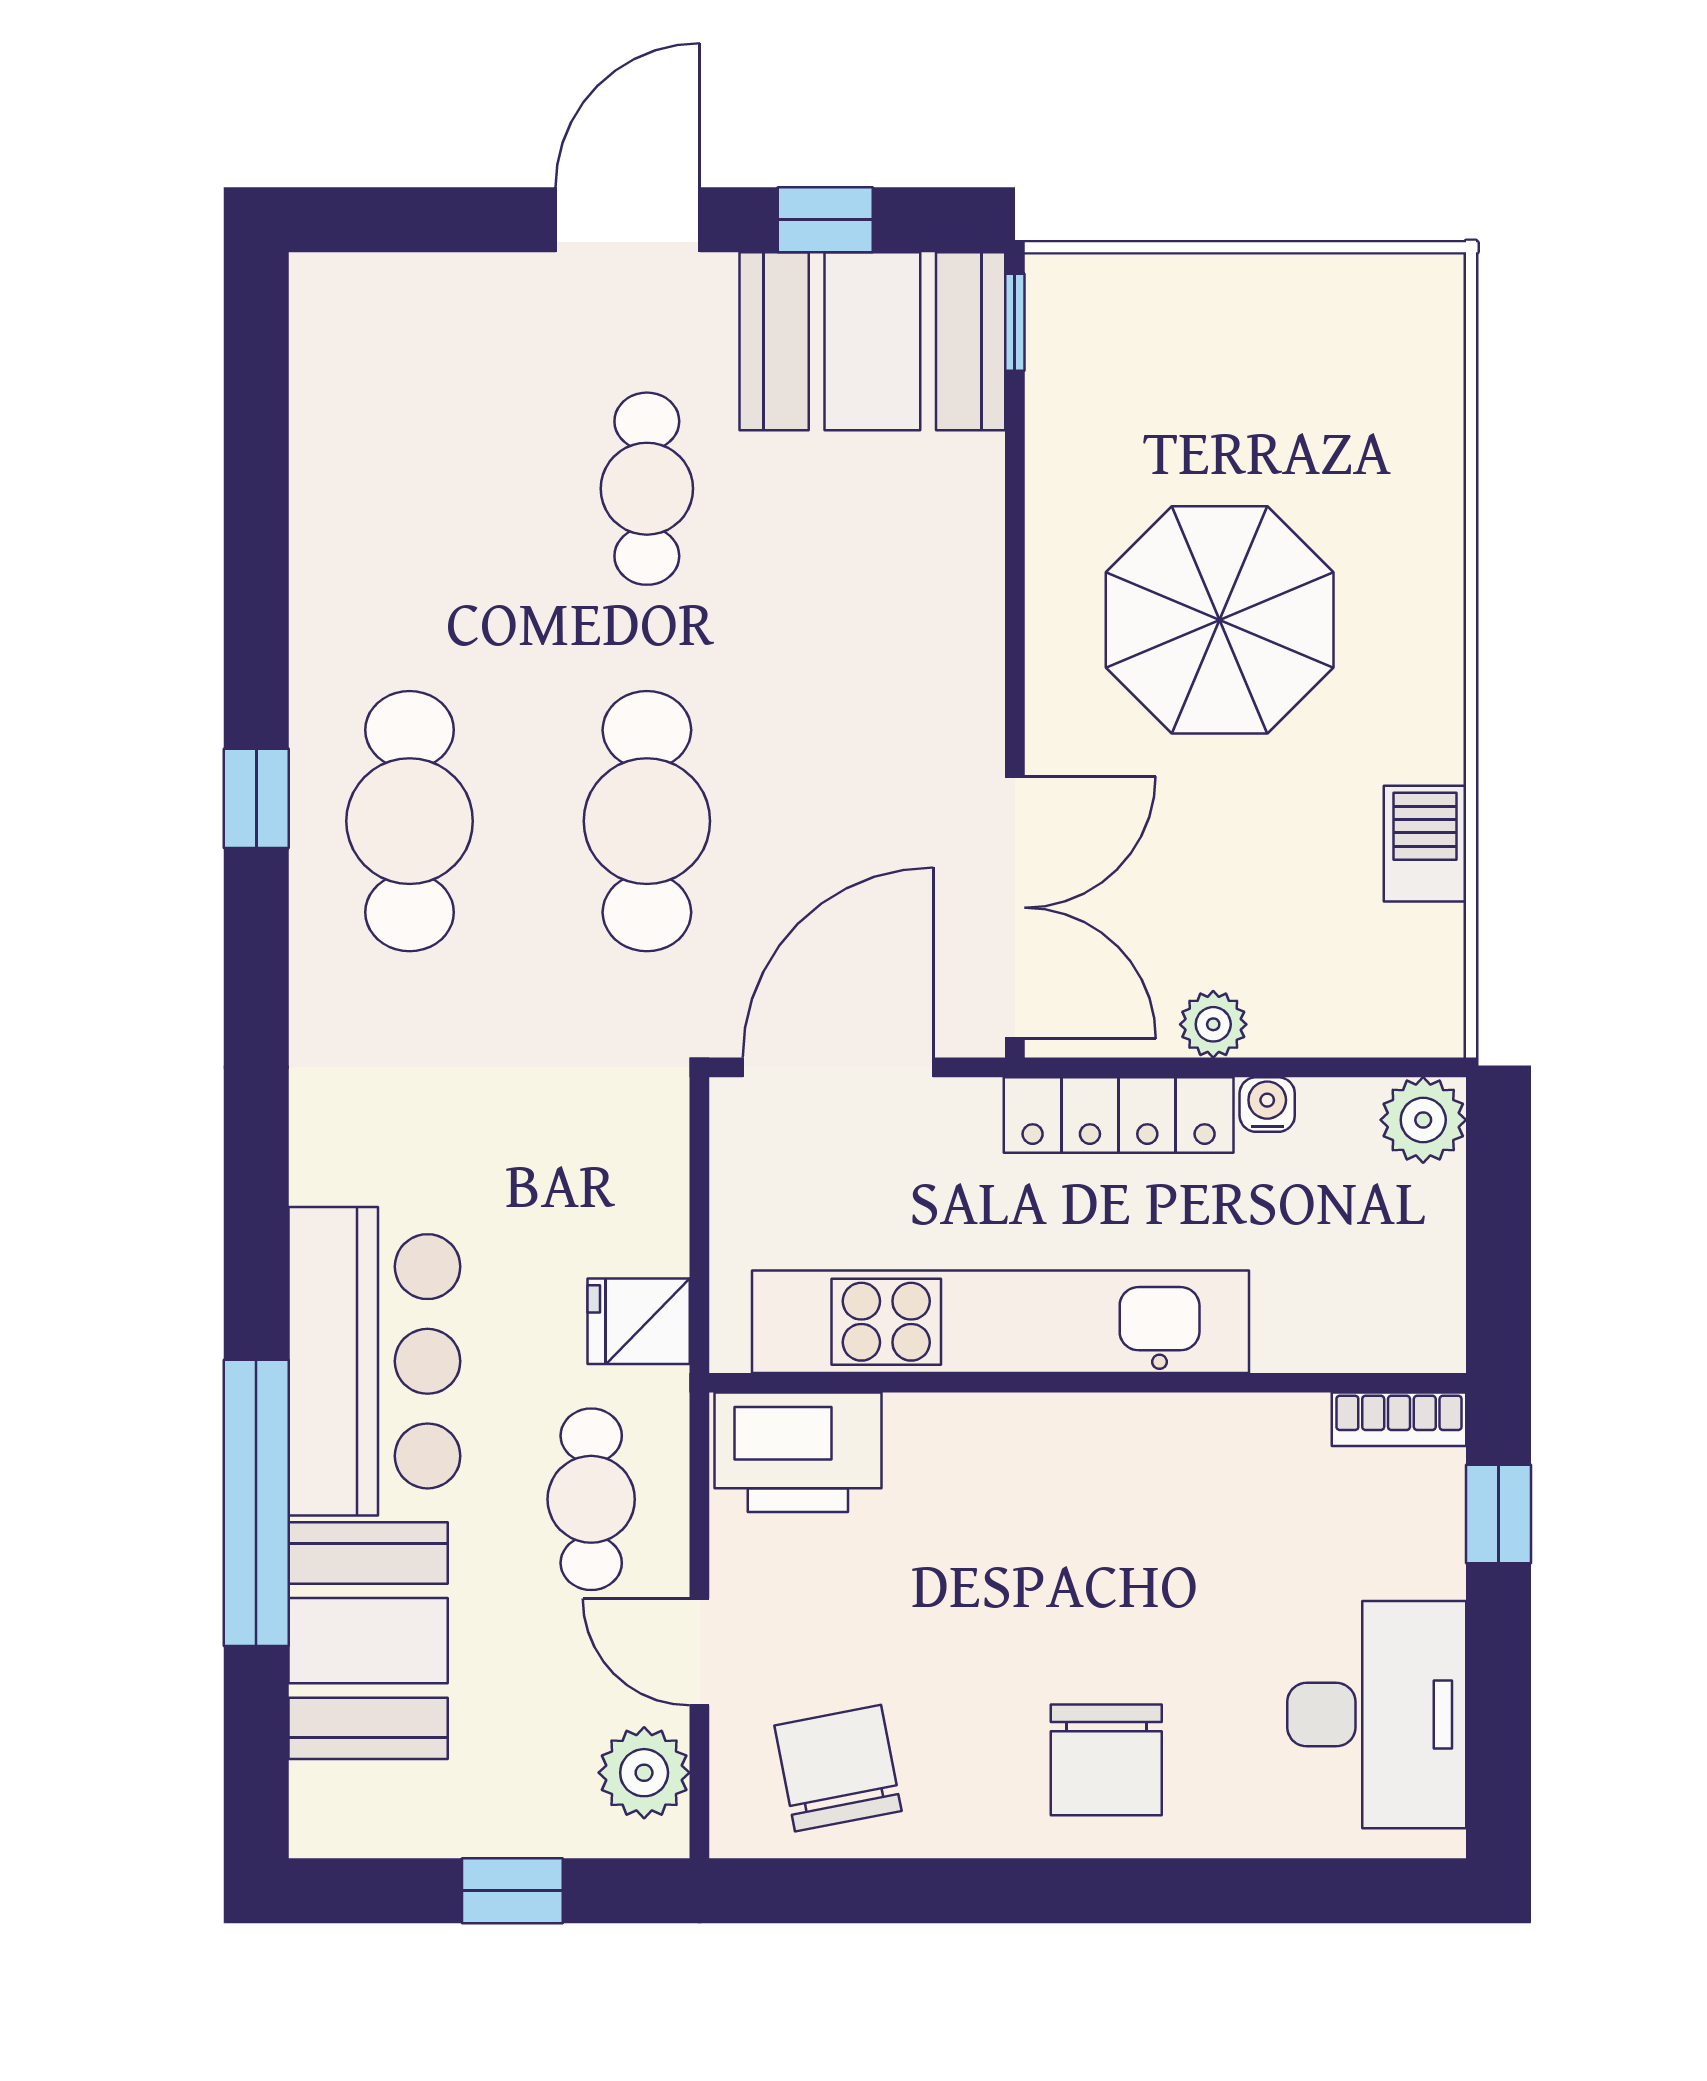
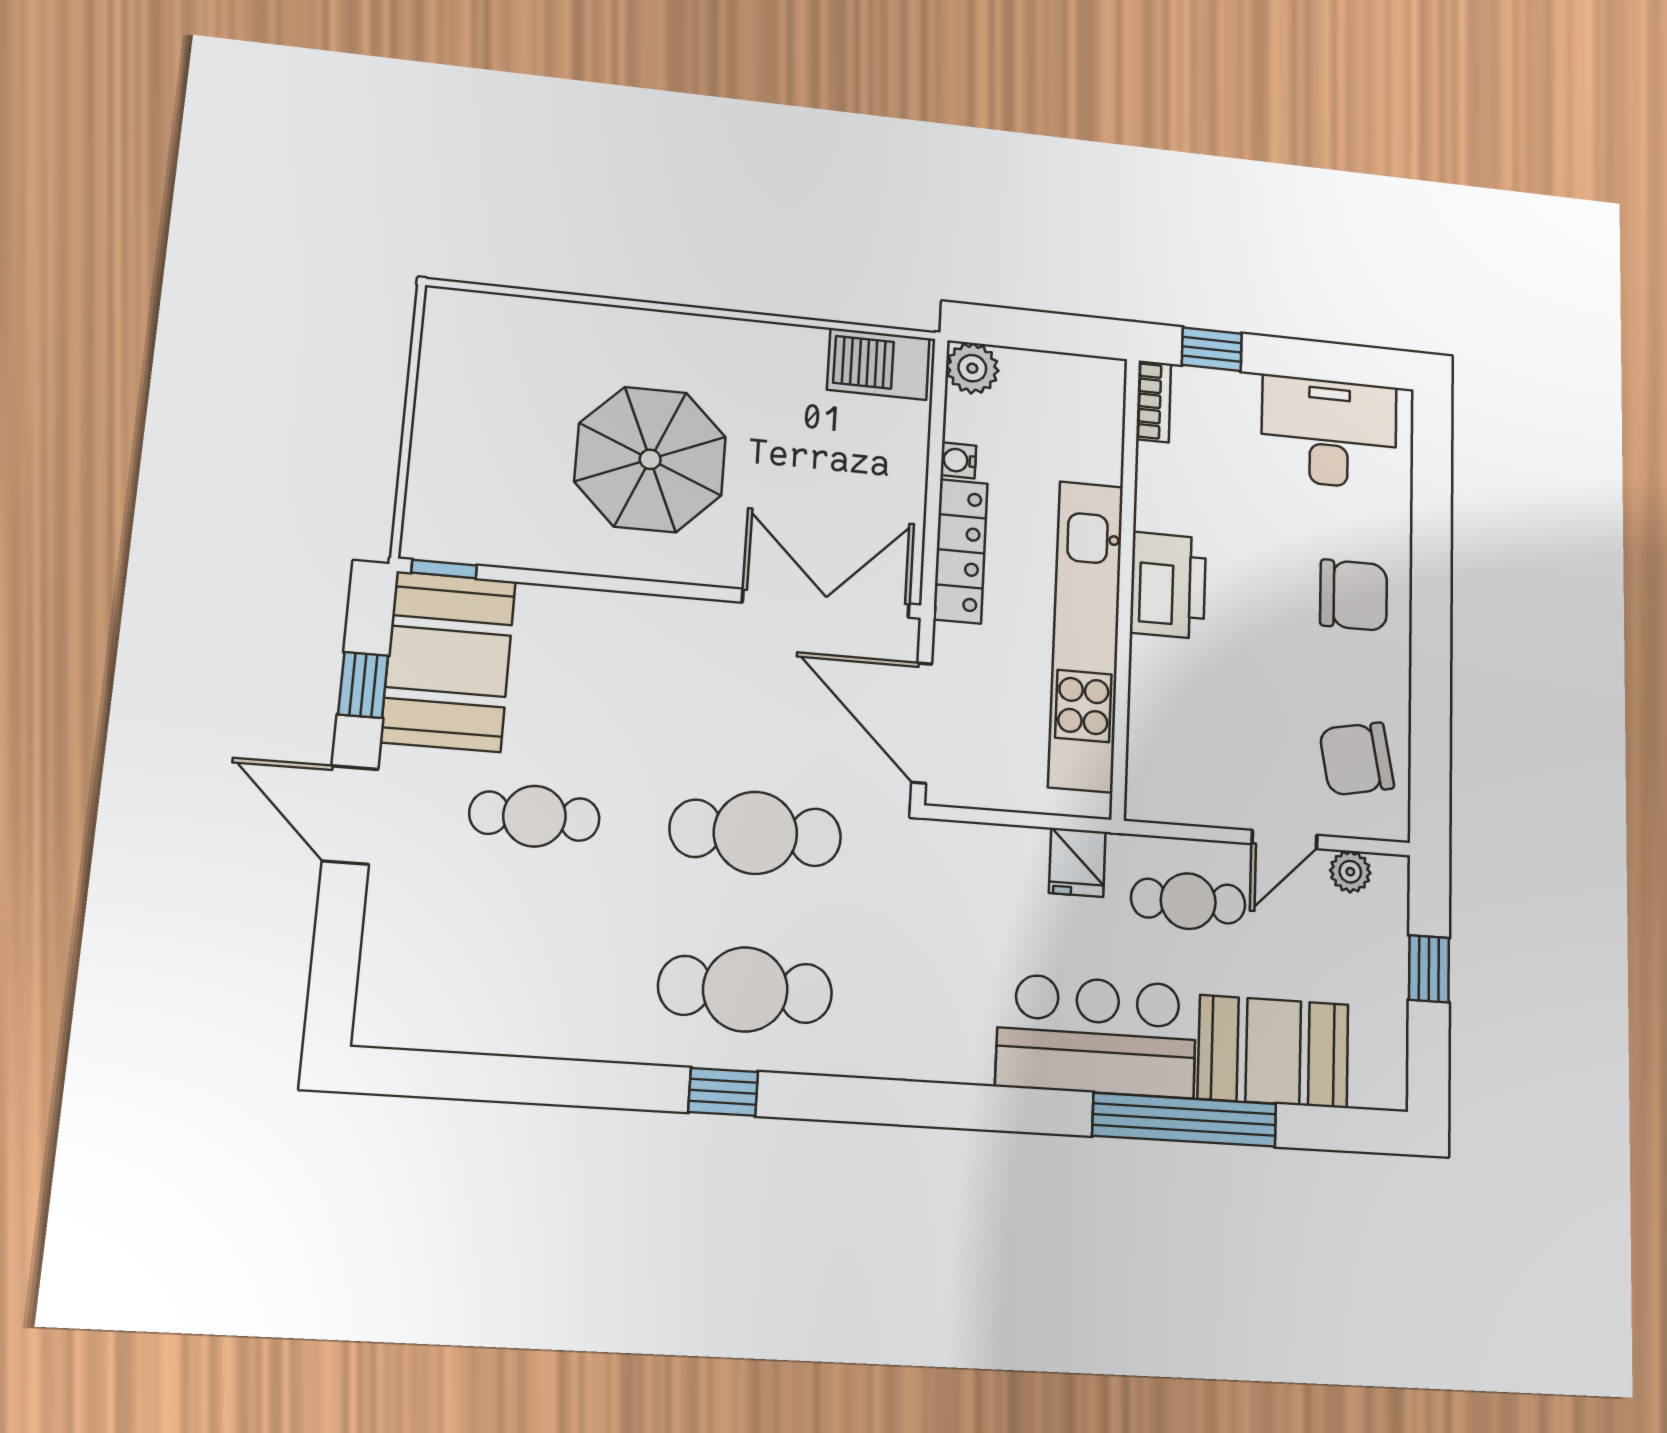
barbecue: (1425, 844) -> (878, 364), moved, width x1.38, depth x1.27
plant: (1213, 1024) -> (907, 488), removed
printer: (798, 1452) -> (1168, 585), moved
plant: (644, 1773) -> (1350, 872), width x0.73, depth x0.73

